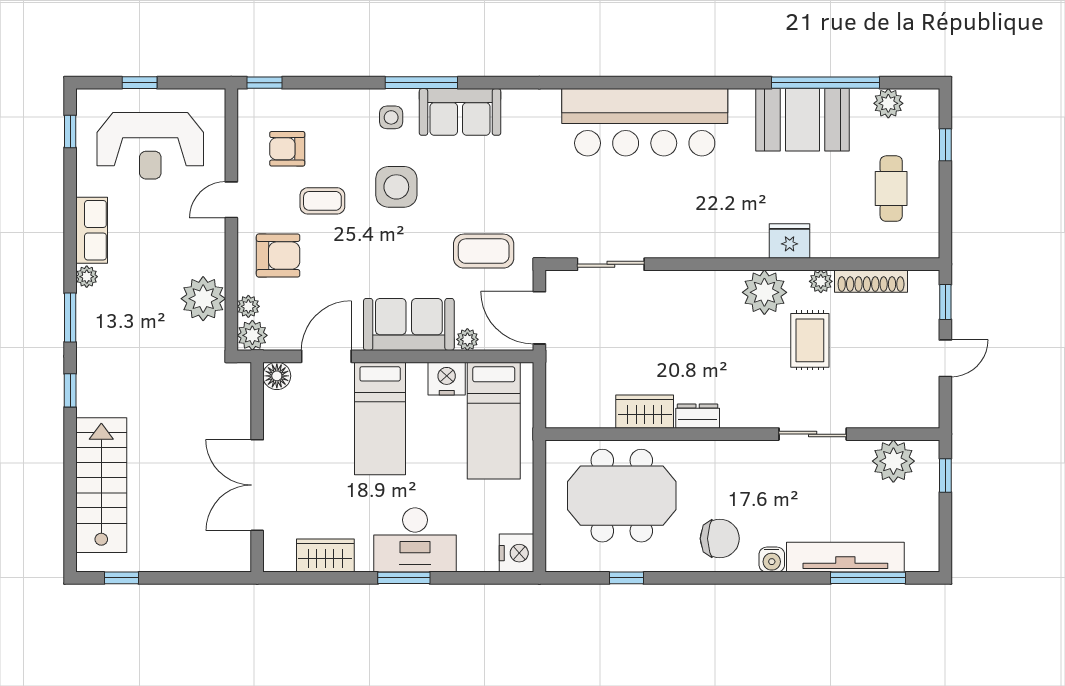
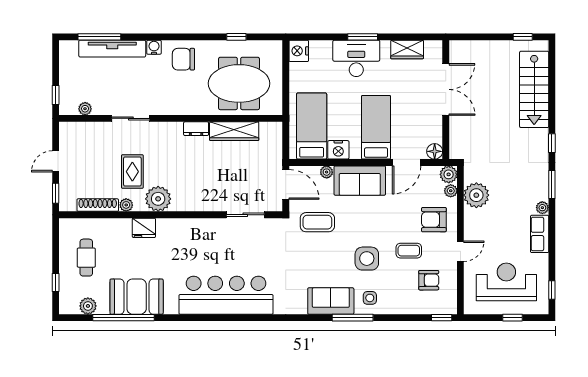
wardrobe: (645, 412) -> (234, 131), width x1.50
plant: (893, 461) -> (85, 109), width x0.53, depth x0.53

